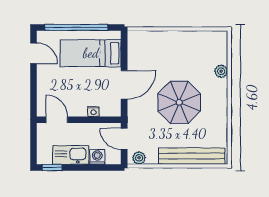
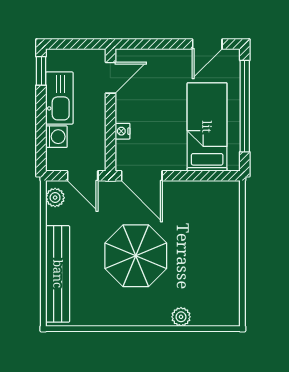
door: (124, 85) -> (142, 176), moved
door: (124, 139) -> (83, 176), swing flipped

